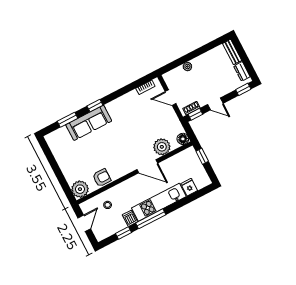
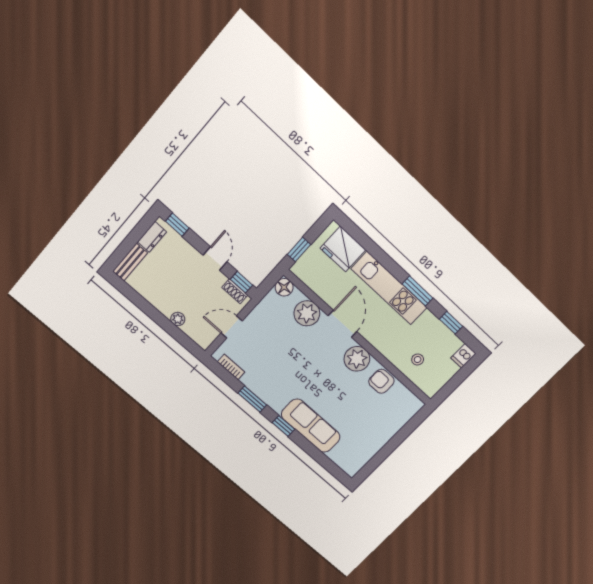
door: (170, 98) -> (232, 327), swing flipped
window: (67, 120) -> (252, 399), moved
fridge: (189, 187) -> (343, 249), width x1.88, depth x1.34
plant: (80, 189) -> (357, 359), moved
dishwasher: (130, 218) -> (463, 356), moved
window: (151, 219) -> (418, 291), width x0.69
door: (84, 223) -> (455, 382), removed

